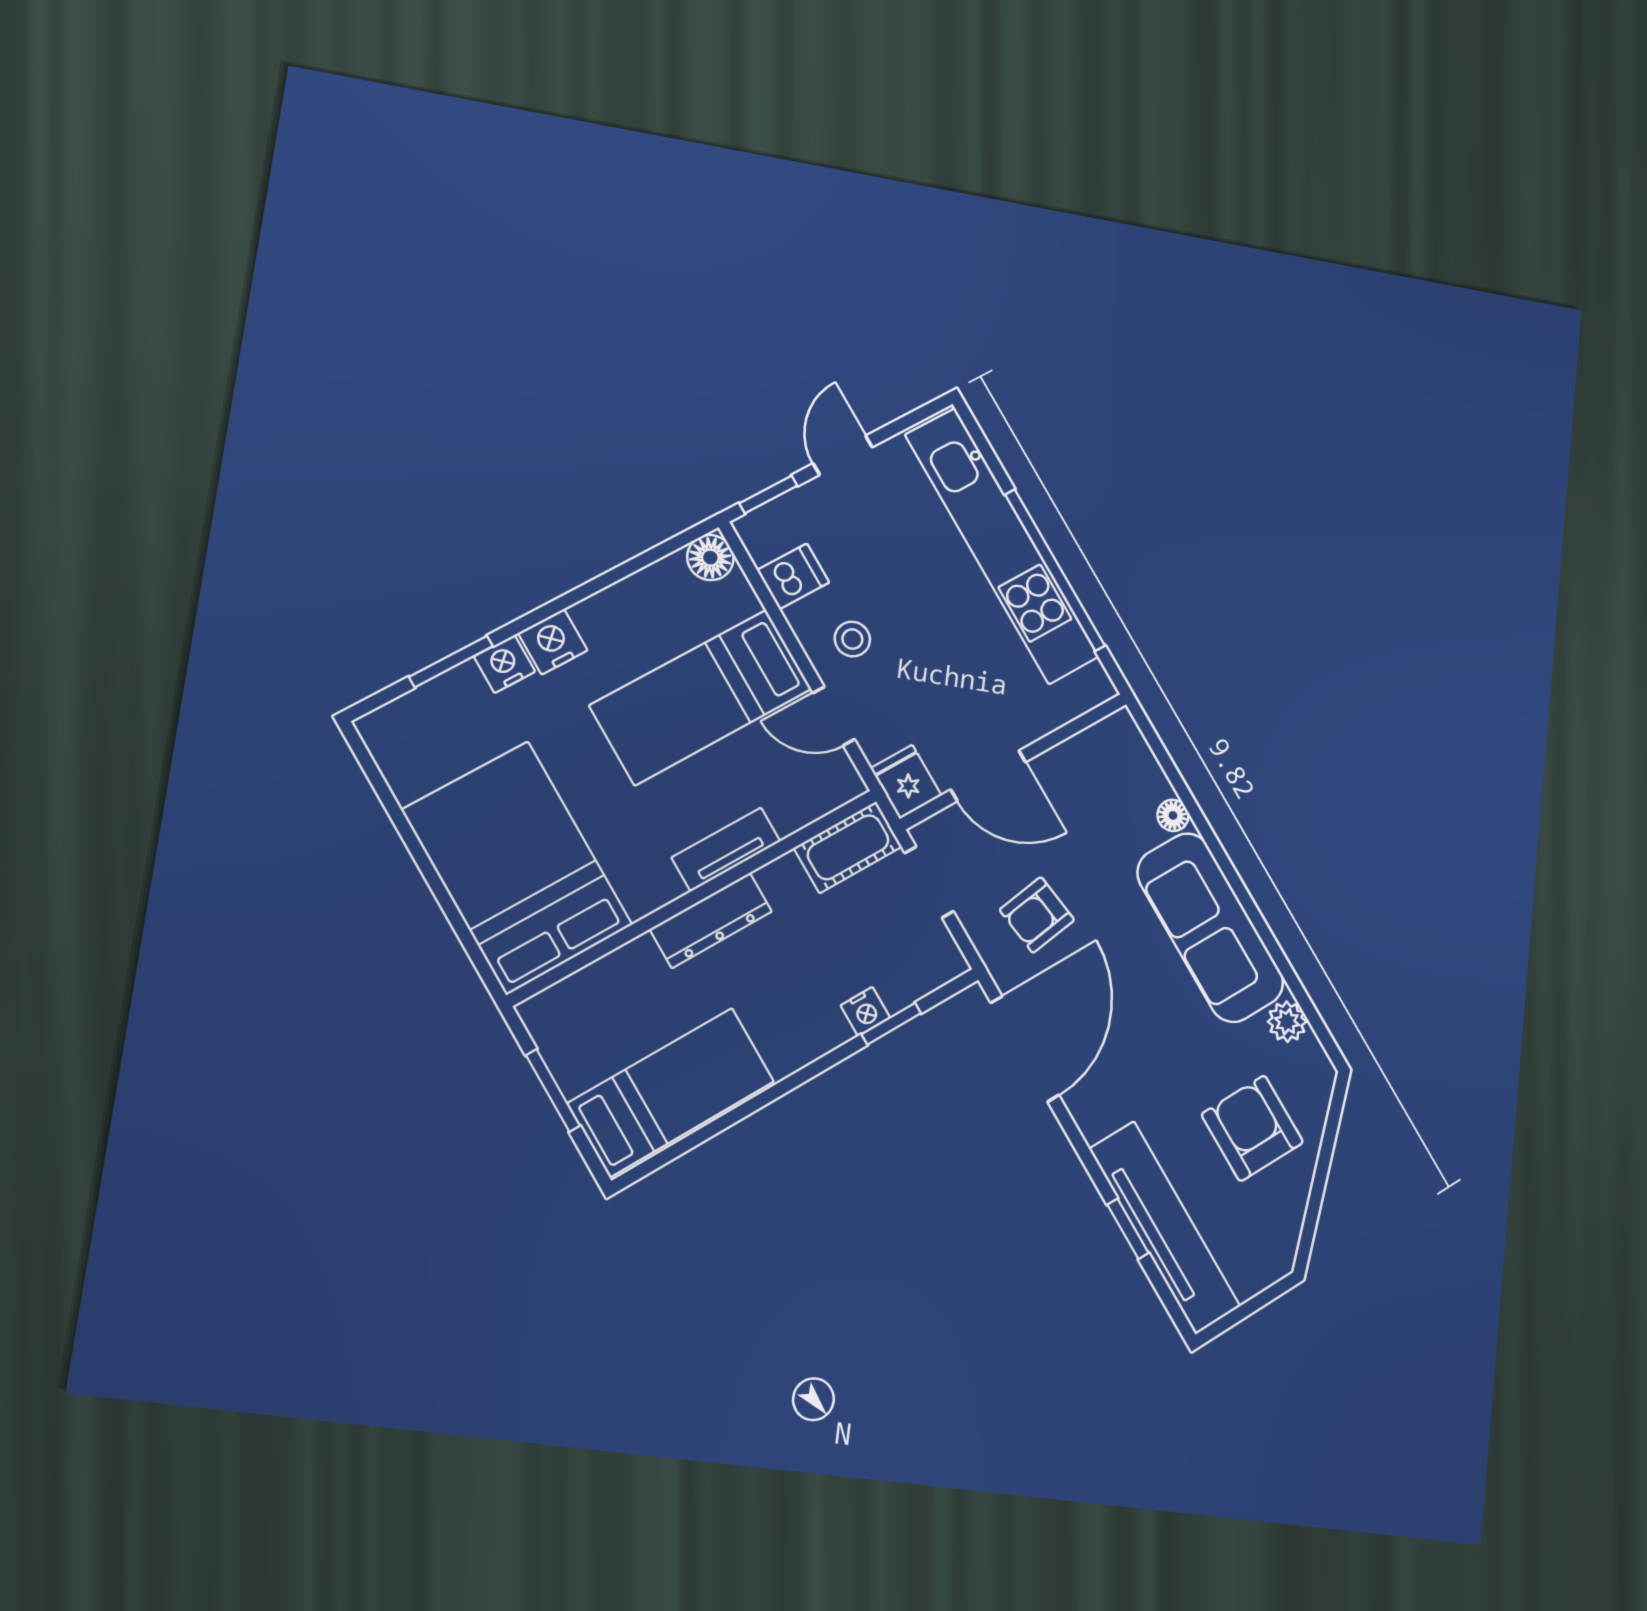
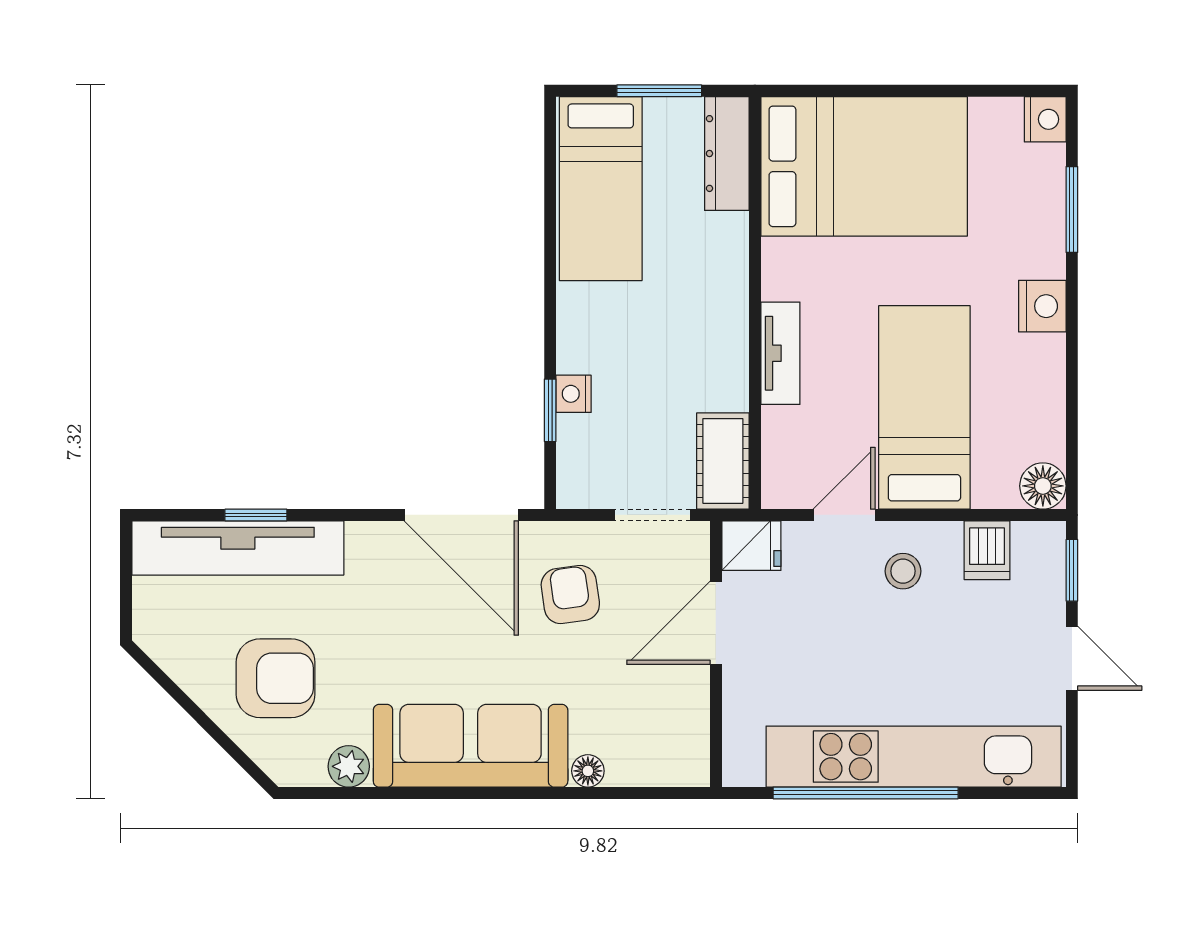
nightstand: (504, 664) -> (1045, 119), moved
dresser: (711, 920) -> (727, 154), moved

